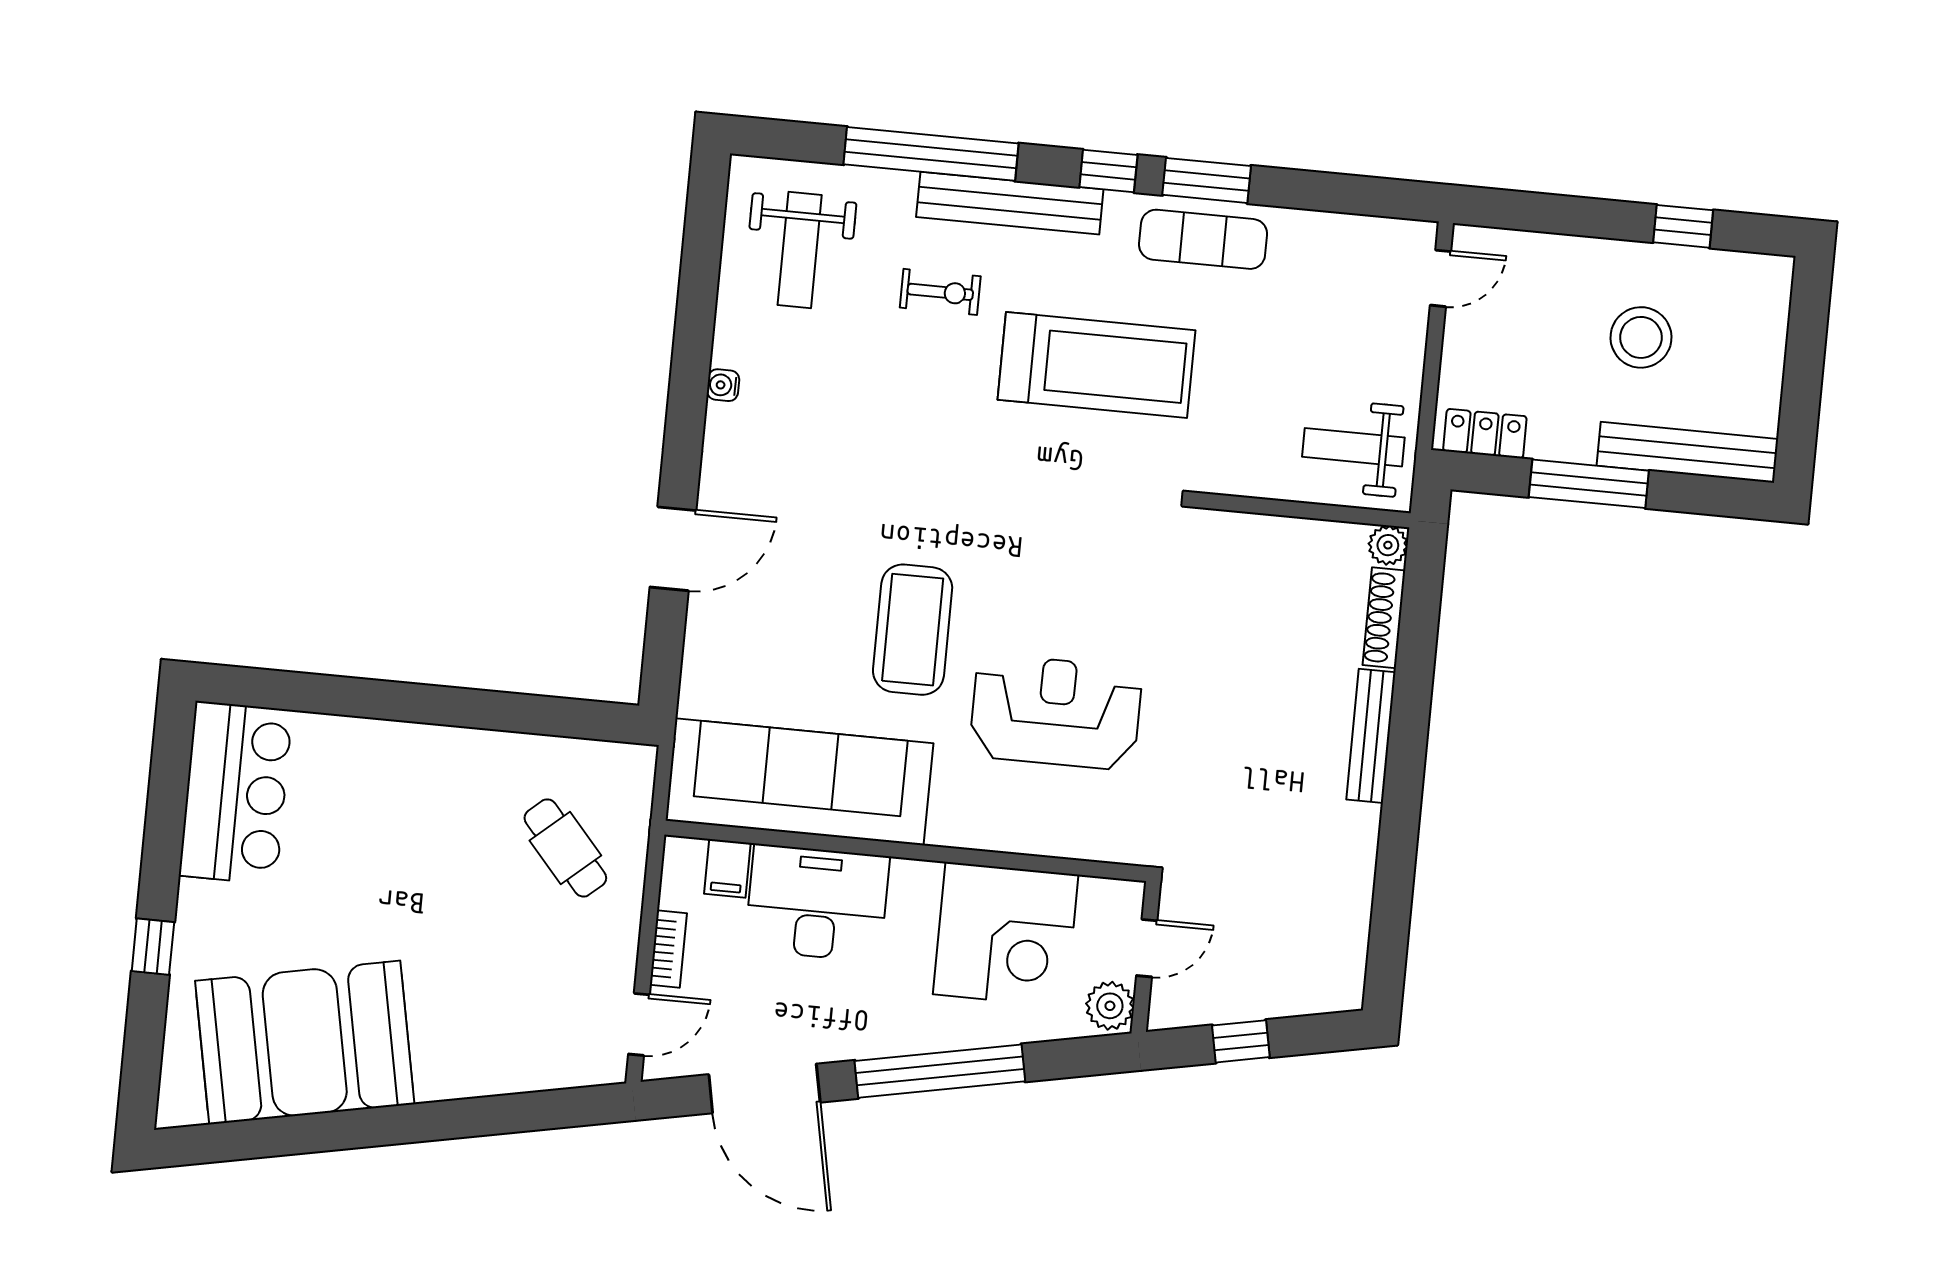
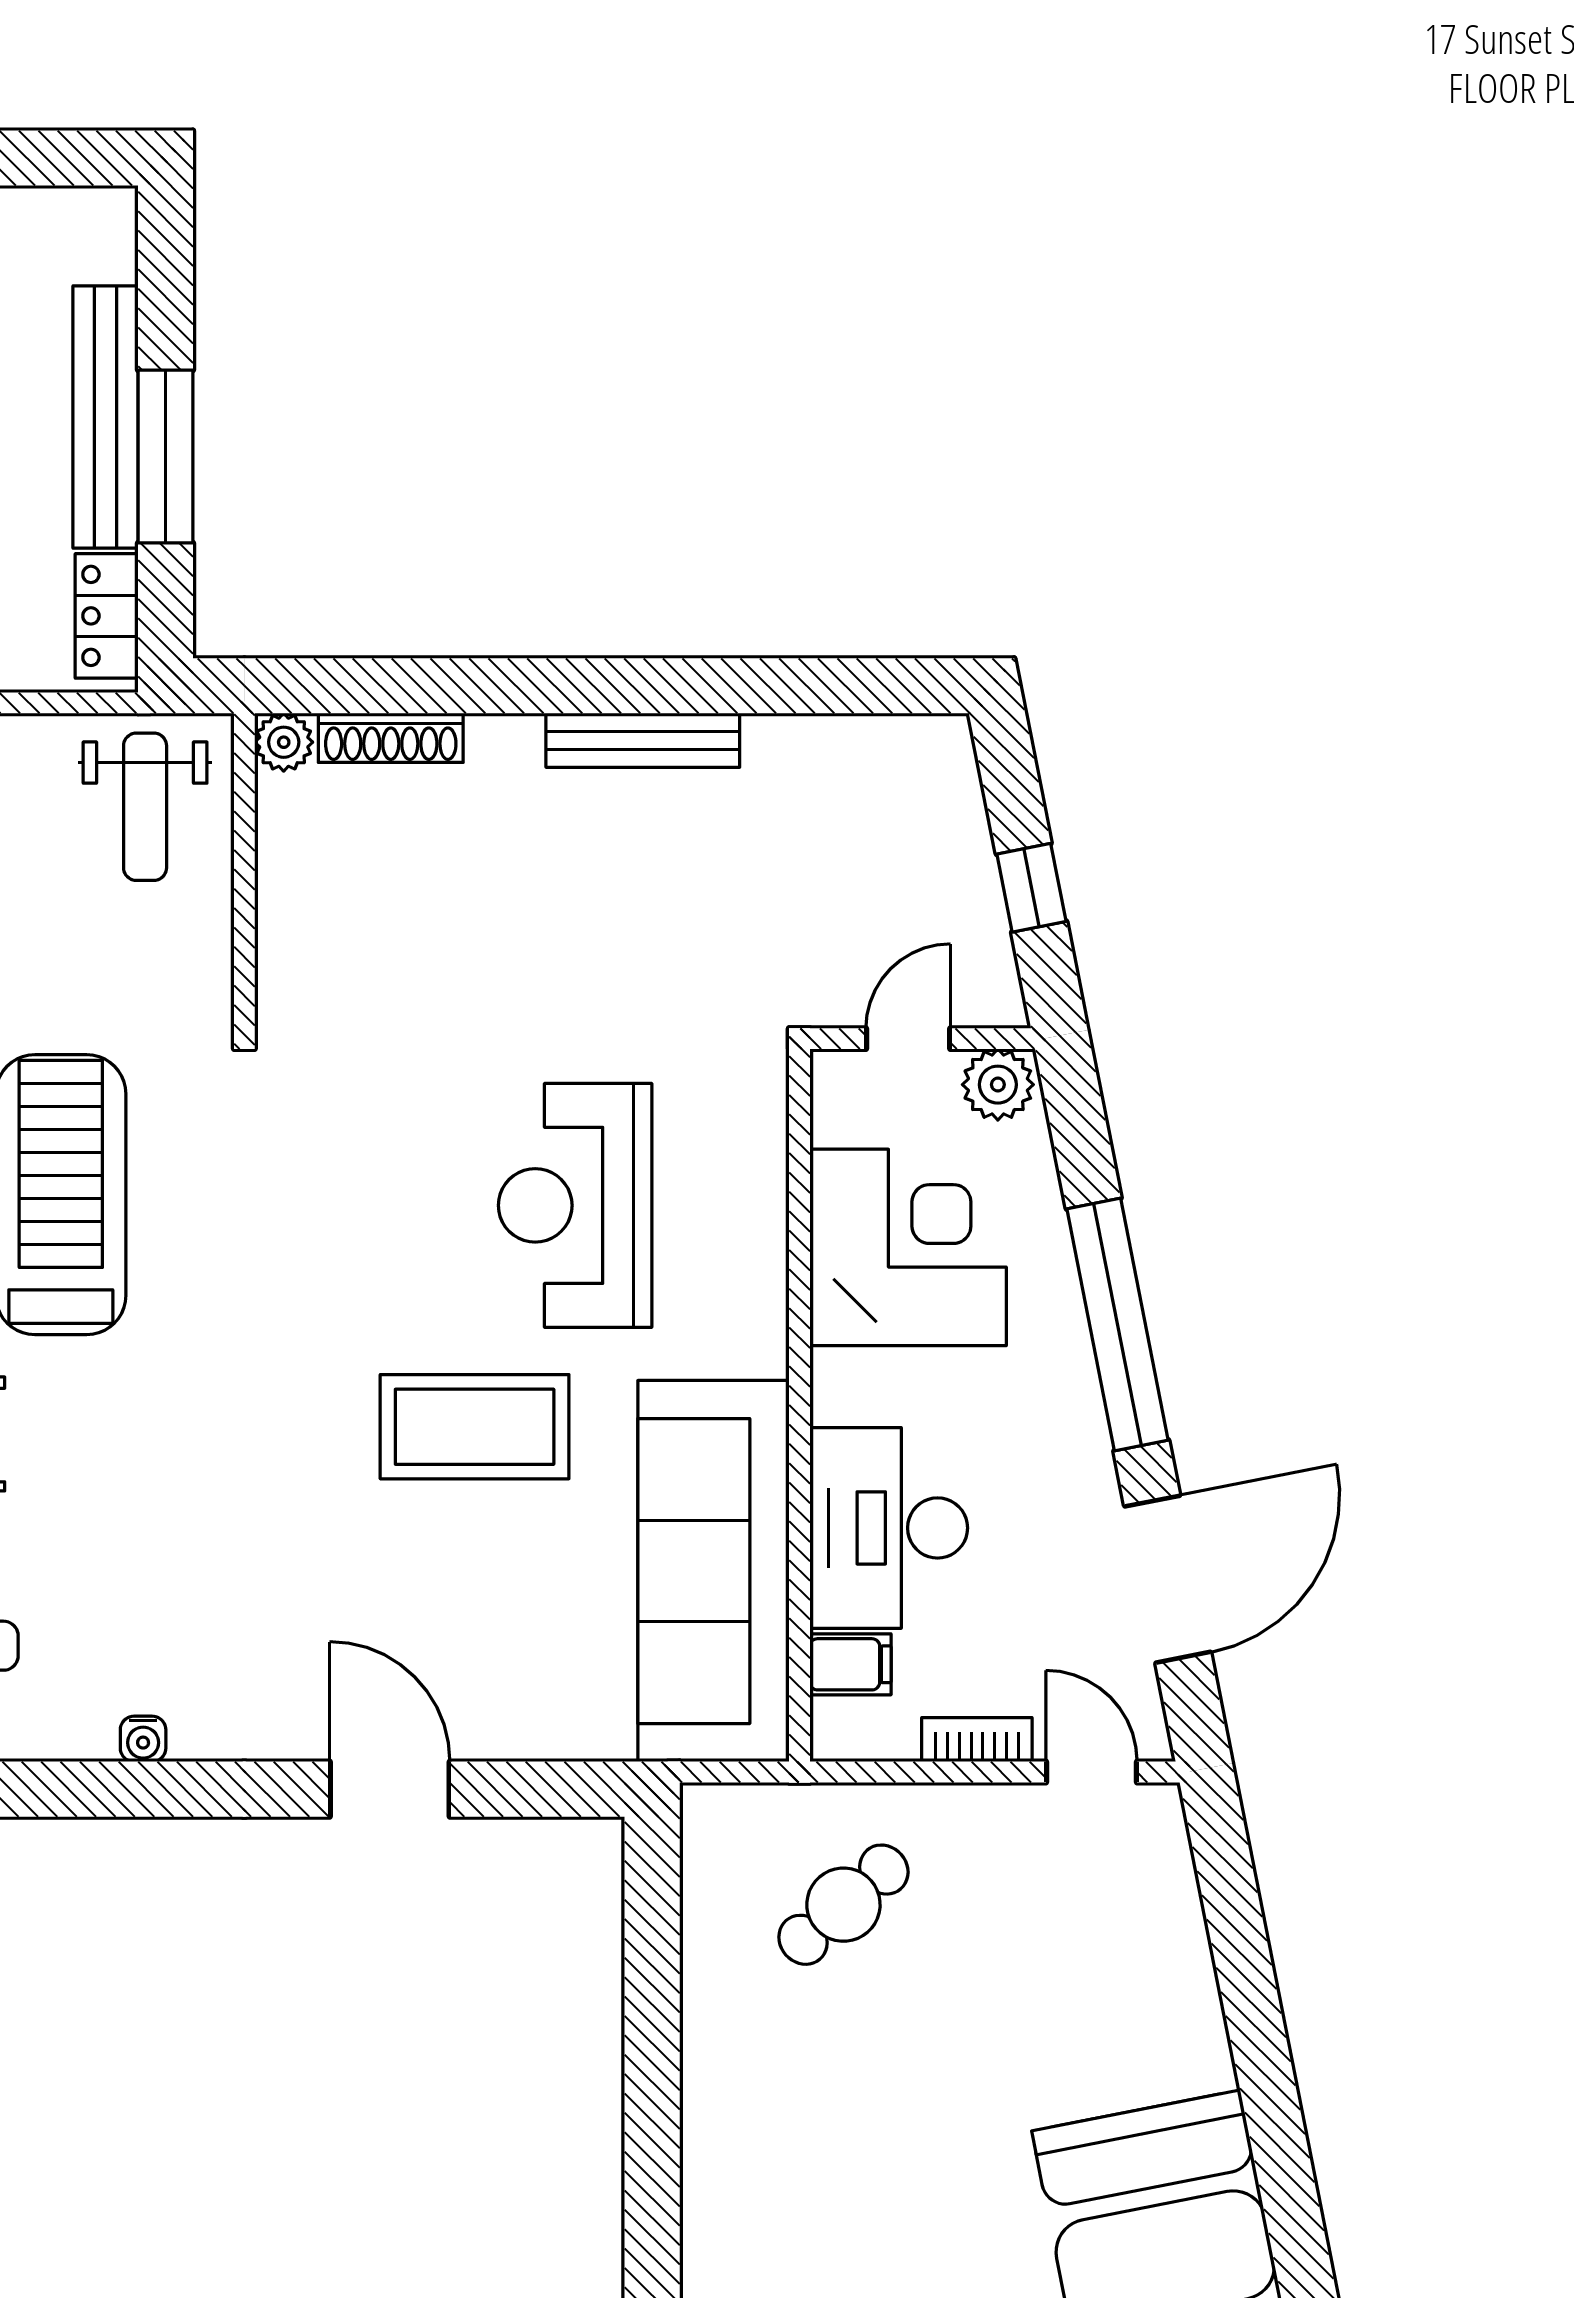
bench: (1687, 452) -> (106, 417), moved
bench: (1371, 736) -> (643, 740), moved
door: (1147, 948) -> (908, 1039), hinge flipped

